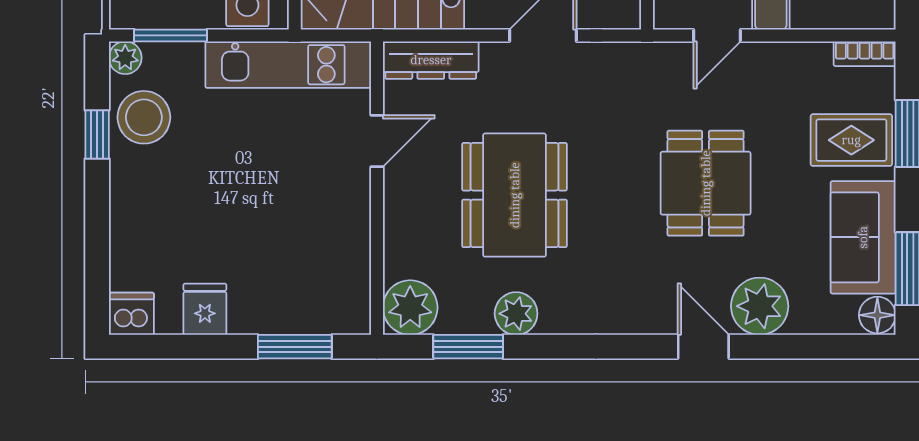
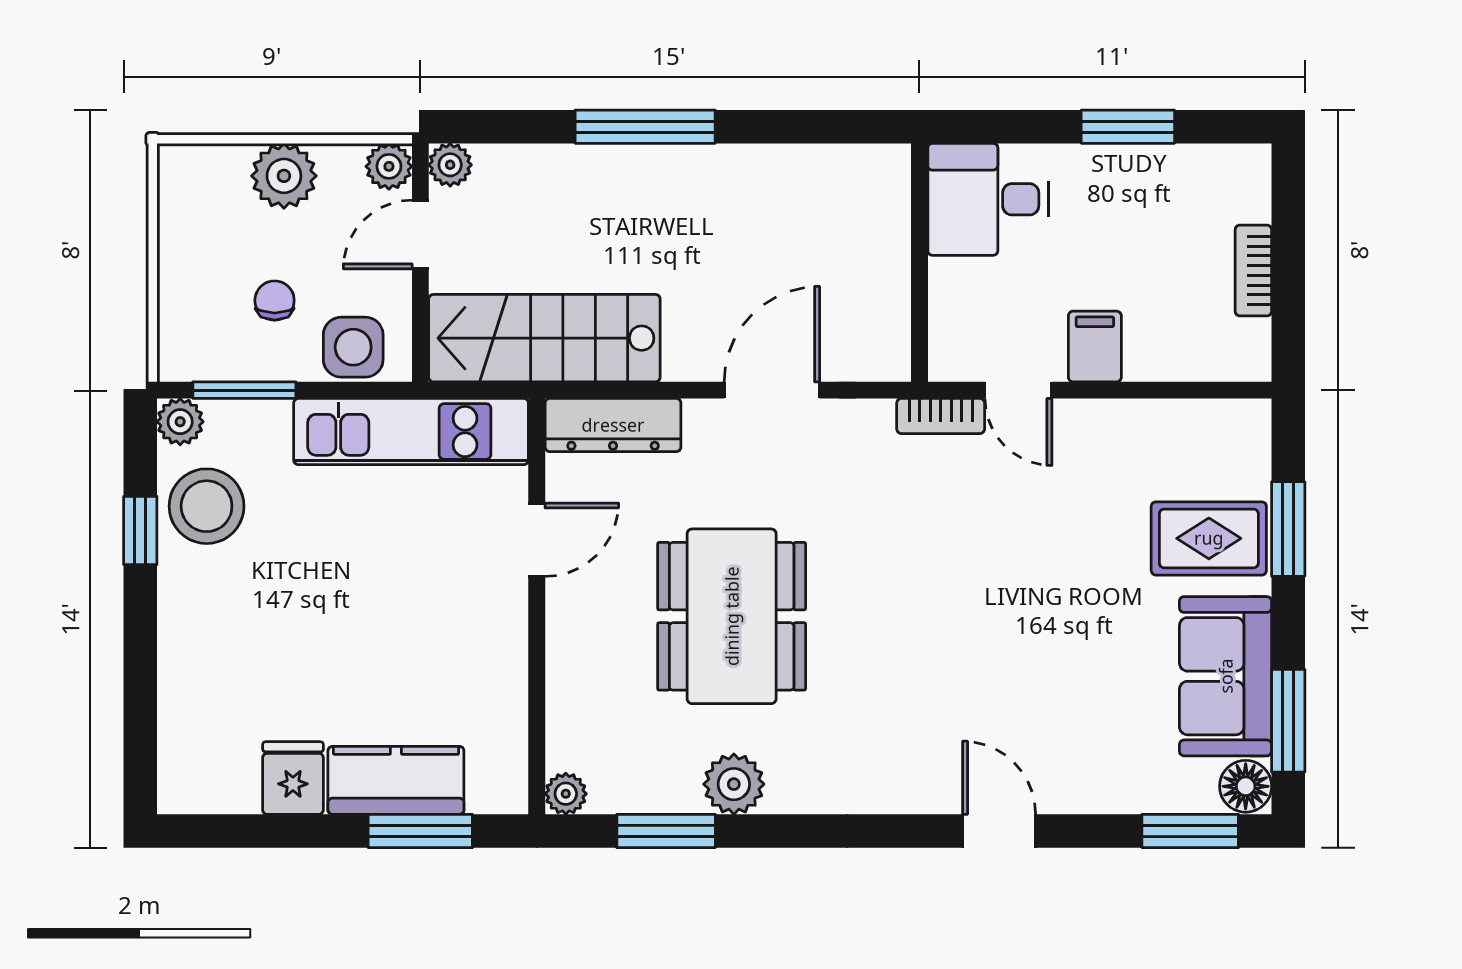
door: (717, 35) -> (1018, 390), hinge flipped
bookcase: (865, 54) -> (941, 416), moved
dining table: (706, 183) -> (1002, 600), removed
plant: (760, 306) -> (1079, 774), removed
plant: (410, 308) -> (566, 794), width x0.53, depth x0.53
kitchen counter: (278, 311) -> (396, 780), added
dishwasher: (131, 314) -> (189, 784), removed
window: (838, 347) -> (1190, 831), added

